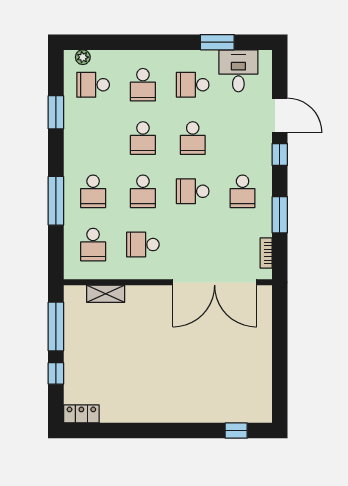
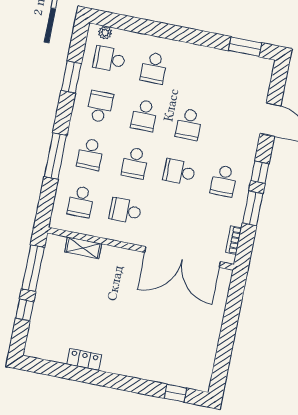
window: (217, 42) -> (245, 47), moved
desk: (238, 71) -> (241, 73), removed
school desk: (193, 85) -> (100, 107), moved, turned 90
window: (280, 154) -> (260, 172), moved
locker: (81, 414) -> (84, 359), moved

